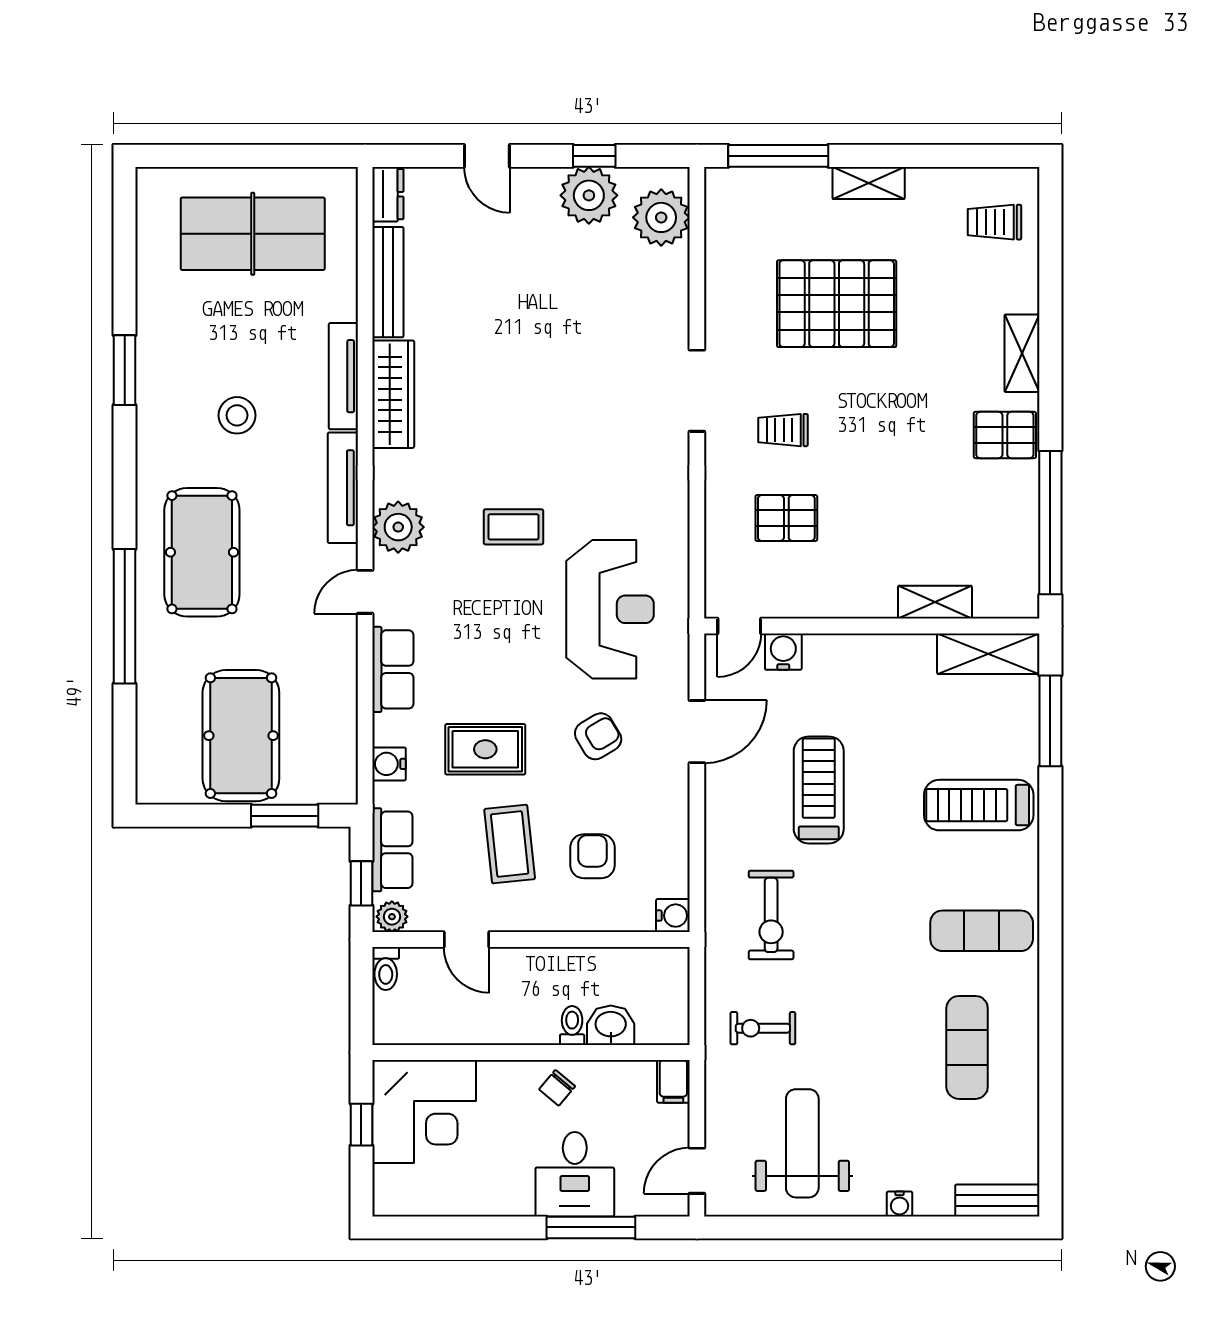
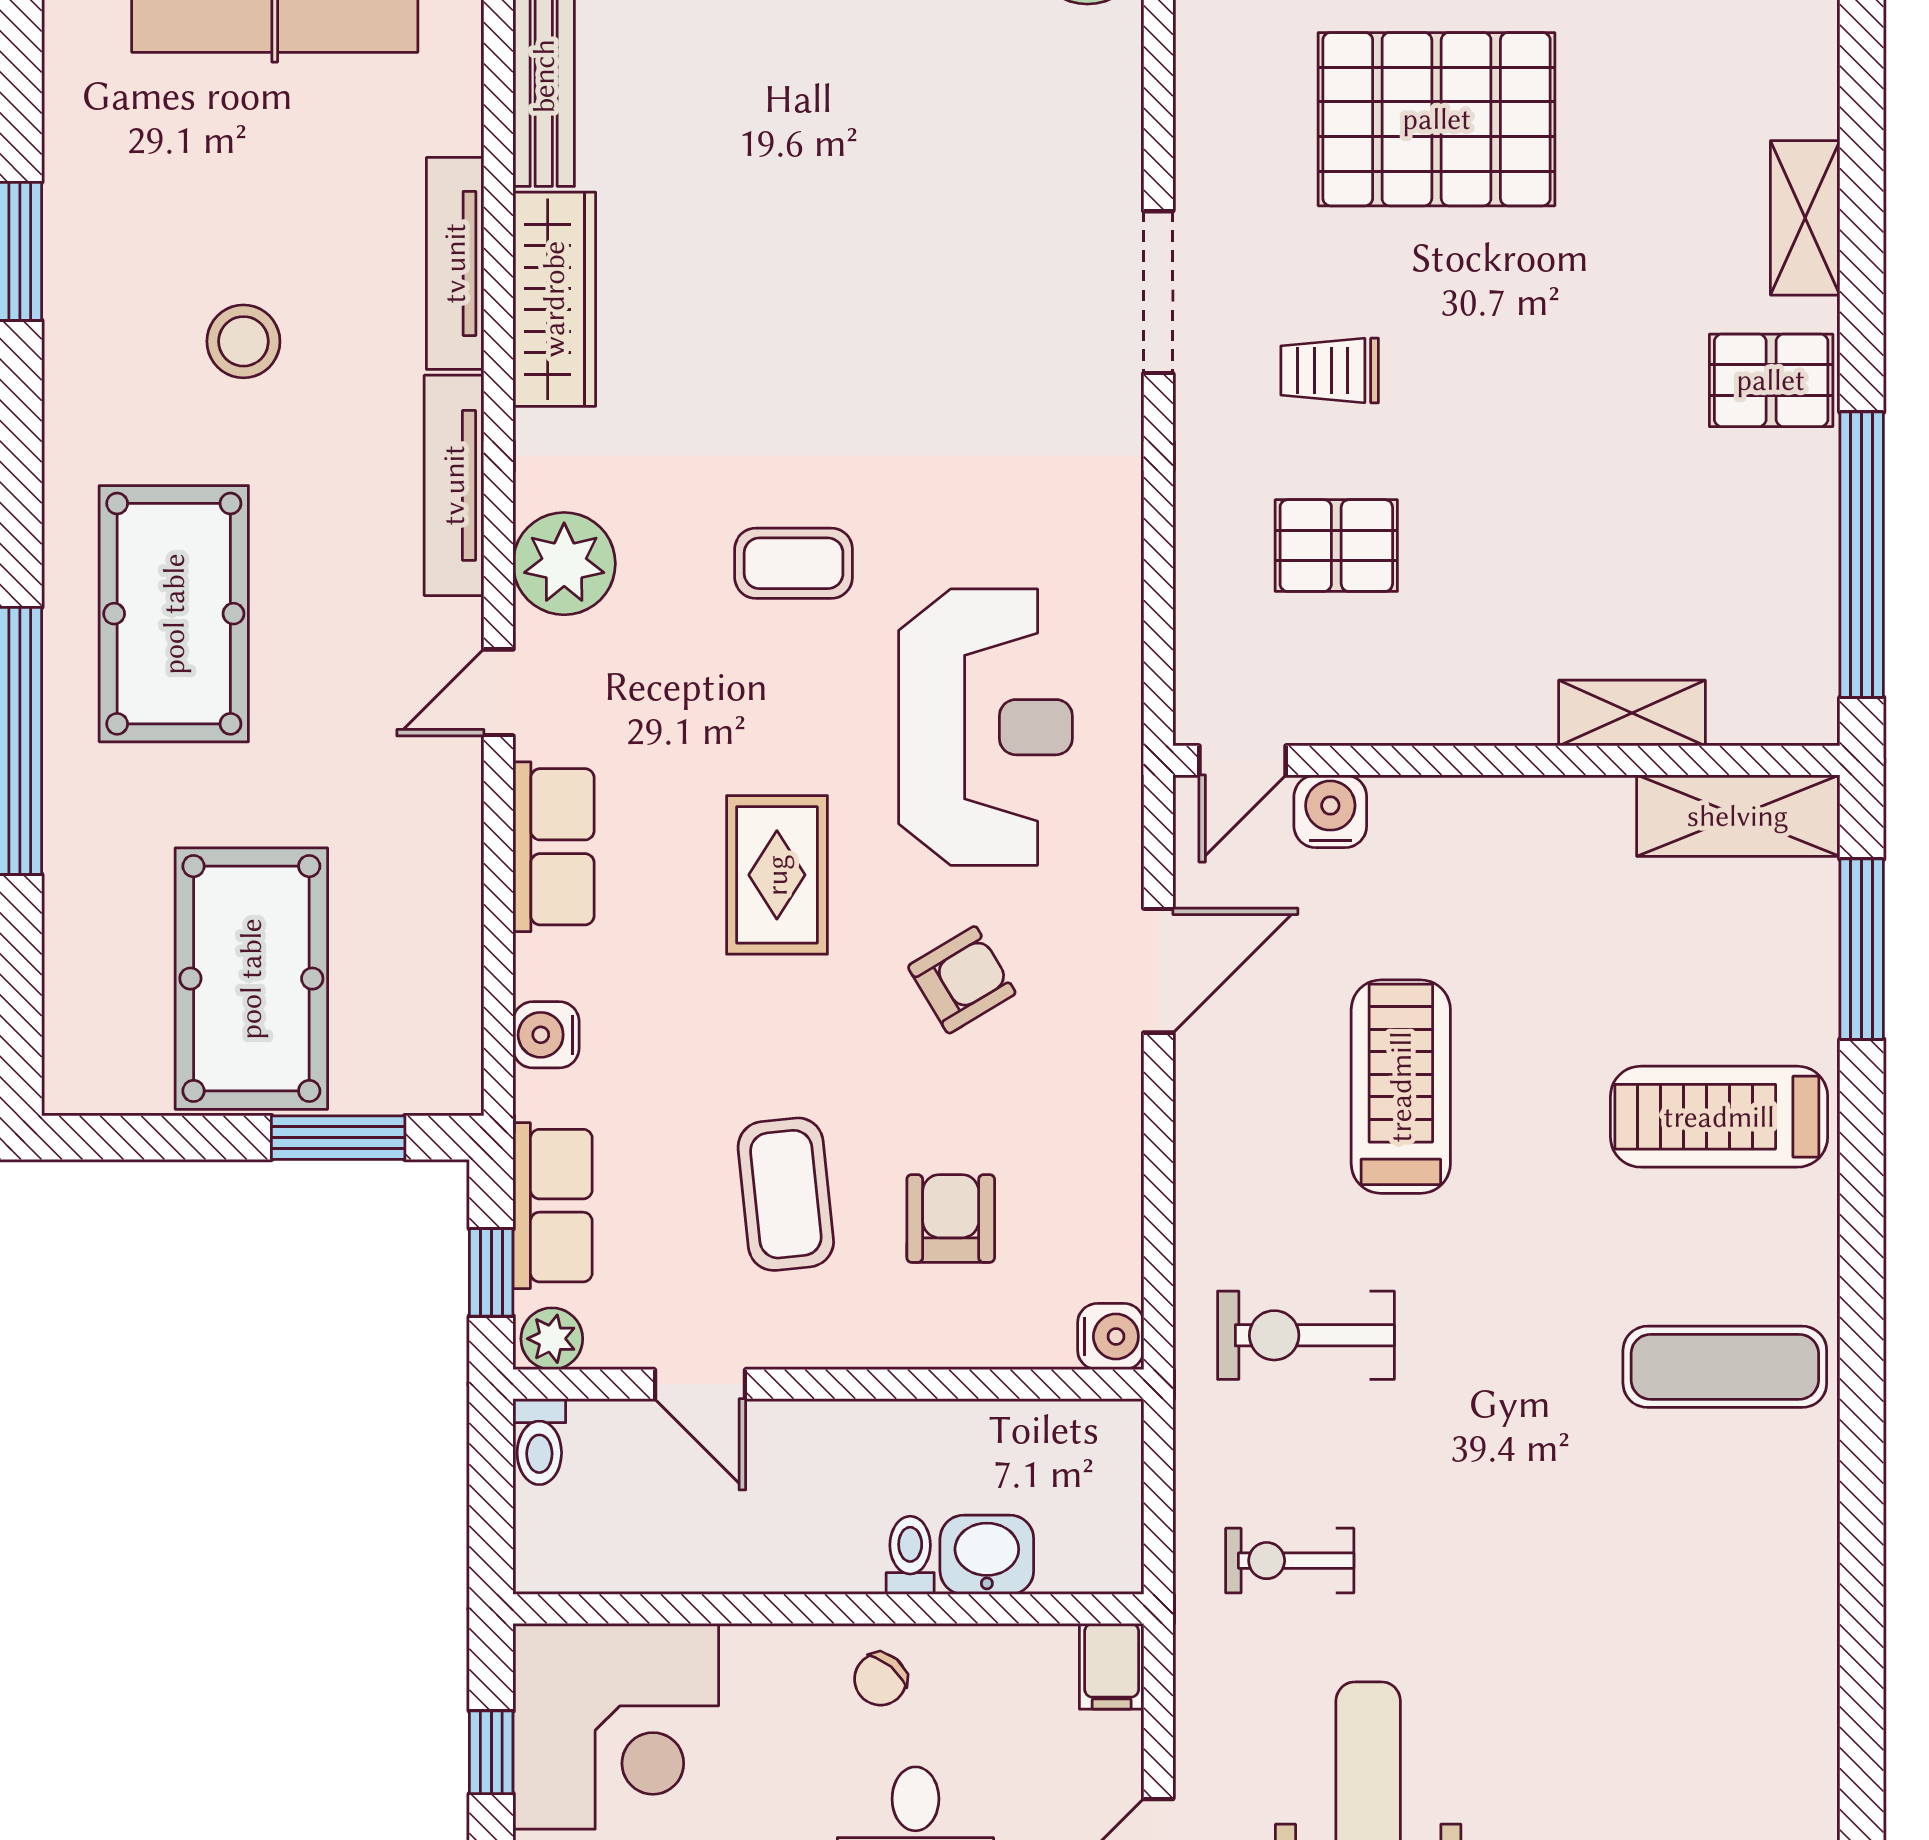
rug: (485, 749) -> (777, 875), moved, turned 90
exercise bike: (771, 915) -> (1306, 1335), turned 90
exercise mat: (967, 1047) -> (1696, 1599), removed

